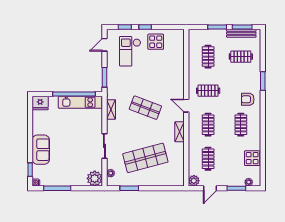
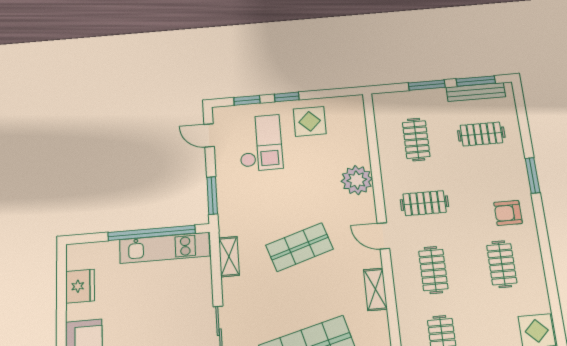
door: (104, 45) -> (209, 135), hinge flipped
checkout: (130, 51) -> (260, 143), turned 180
plant: (176, 76) -> (357, 180), added
fridge: (40, 103) -> (80, 286), moved, turned -90
shop shelf: (145, 108) -> (300, 247), turned -39

